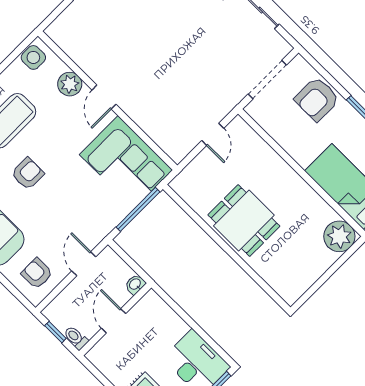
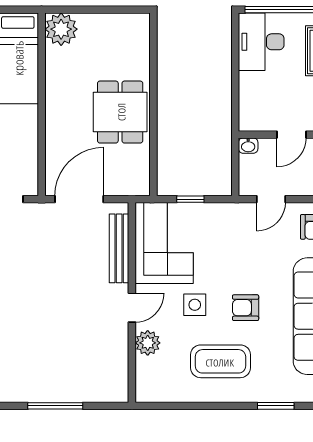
side table: (33, 57) -> (195, 305), moved
bench: (153, 128) -> (119, 248), added
door: (213, 134) -> (79, 199), width x1.88
window: (138, 209) -> (190, 199), width x0.46

